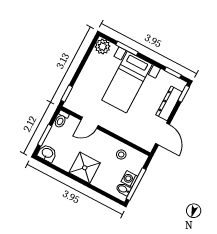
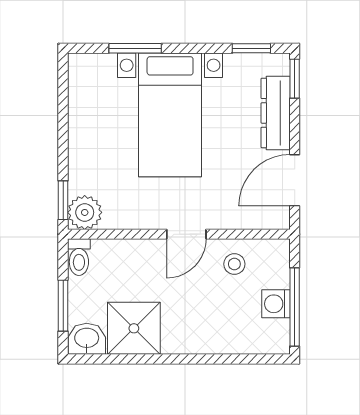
plant: (102, 47) -> (85, 212), moved
door: (90, 123) -> (186, 234), moved
door: (163, 134) -> (295, 180), swing flipped
shower: (85, 168) -> (134, 328), moved
bidet: (123, 189) -> (275, 331), removed

